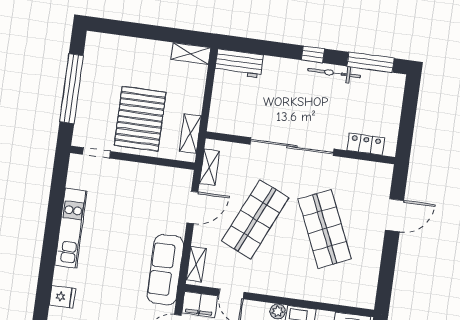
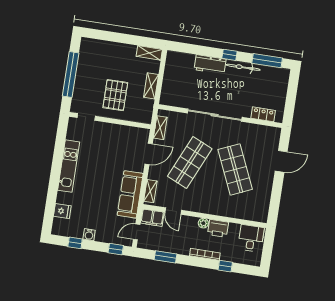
workbench: (239, 63) -> (210, 64), moved
pallet: (140, 119) -> (115, 95), width x0.73, depth x0.71
shelving: (190, 134) -> (151, 86), moved

